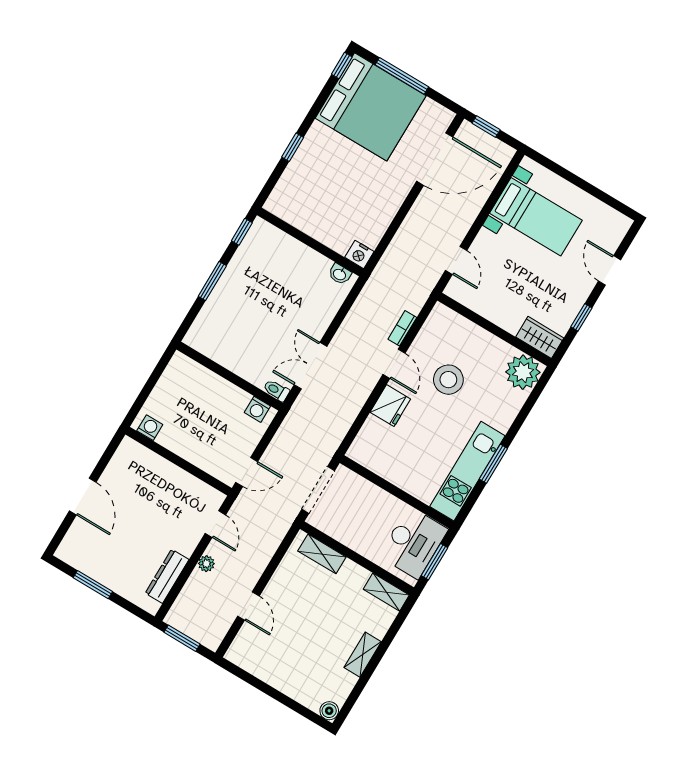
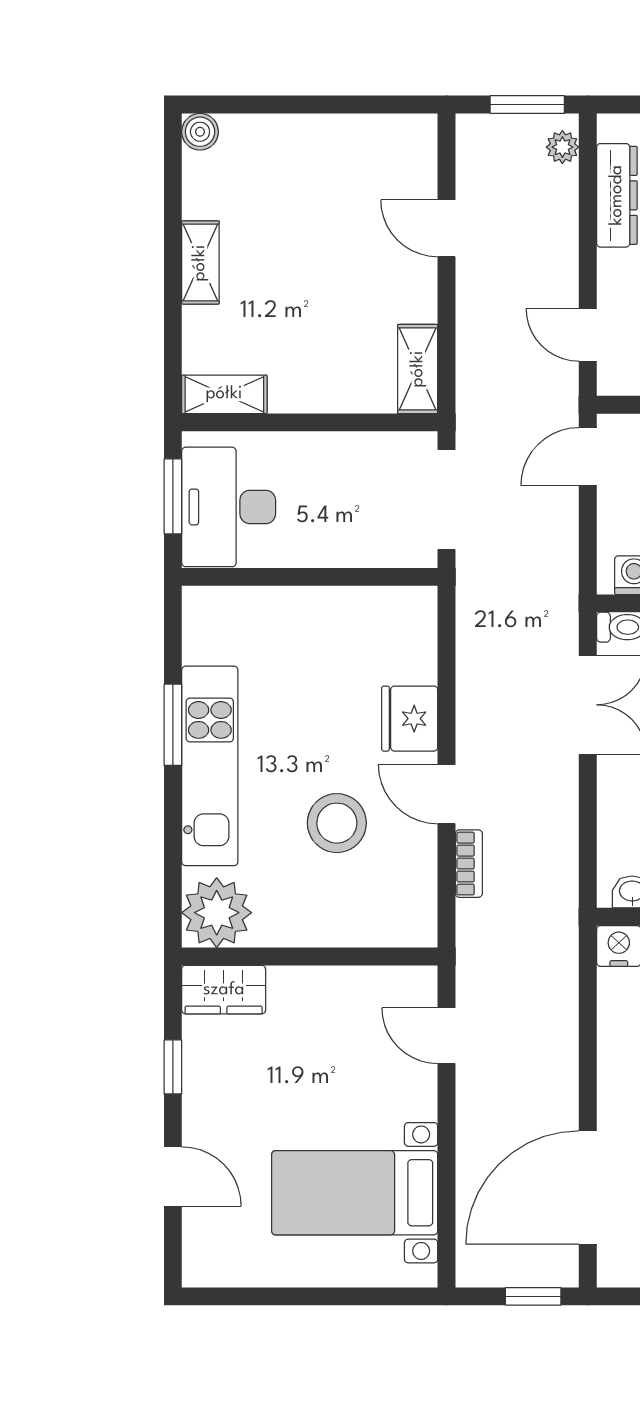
kitchen unit: (467, 471) -> (210, 766), moved
shelving: (322, 554) -> (418, 369), moved, turned 90
plant: (206, 564) -> (562, 147), moved

